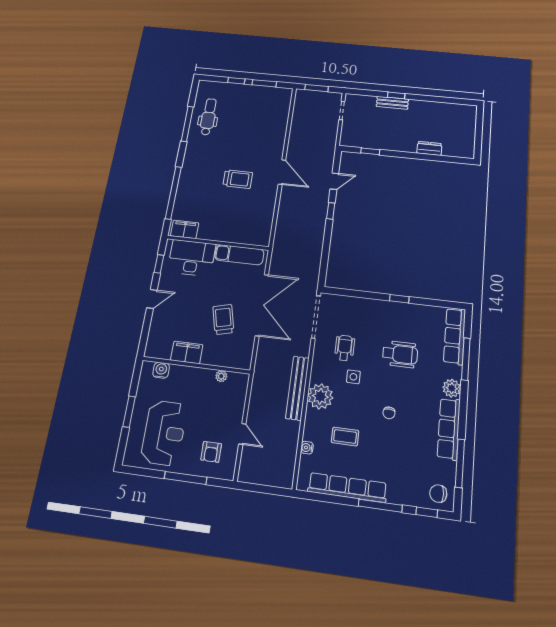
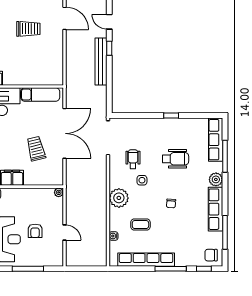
door: (334, 181) -> (109, 22), swing flipped
plant: (221, 376) -> (59, 192), moved
bench: (297, 388) -> (101, 62), moved
armchair: (211, 452) -> (35, 231), moved

